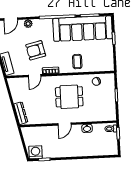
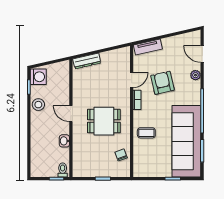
door: (35, 76) -> (132, 80), swing flipped
dining table: (69, 97) -> (104, 121), turned 90
stool: (58, 151) -> (38, 105), added

